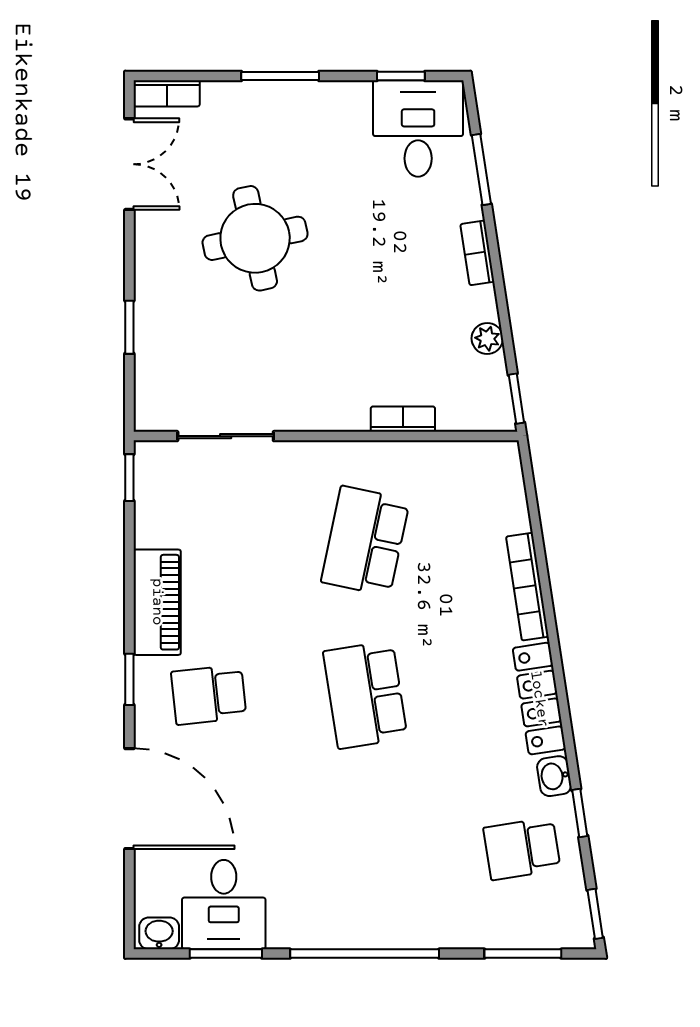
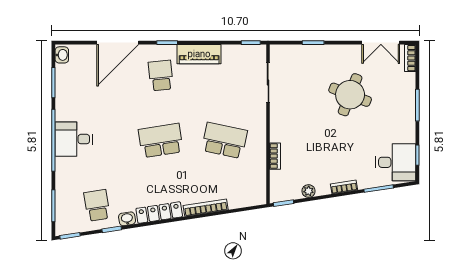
round table: (255, 238) -> (350, 95), turned 33
desk: (224, 905) -> (74, 139), moved

